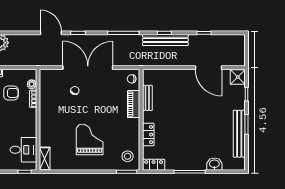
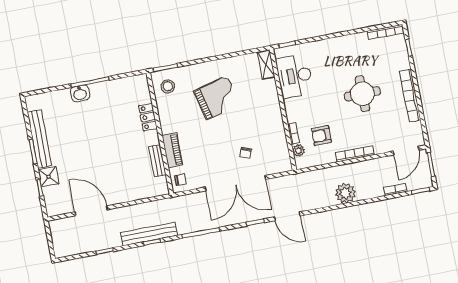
shower: (238, 77) -> (49, 177), moved
grand piano: (90, 139) -> (217, 98), turned -104
desk: (23, 150) -> (295, 76), width x1.37
washbasin: (214, 164) -> (80, 93), moved
locker: (154, 165) -> (135, 82), removed

